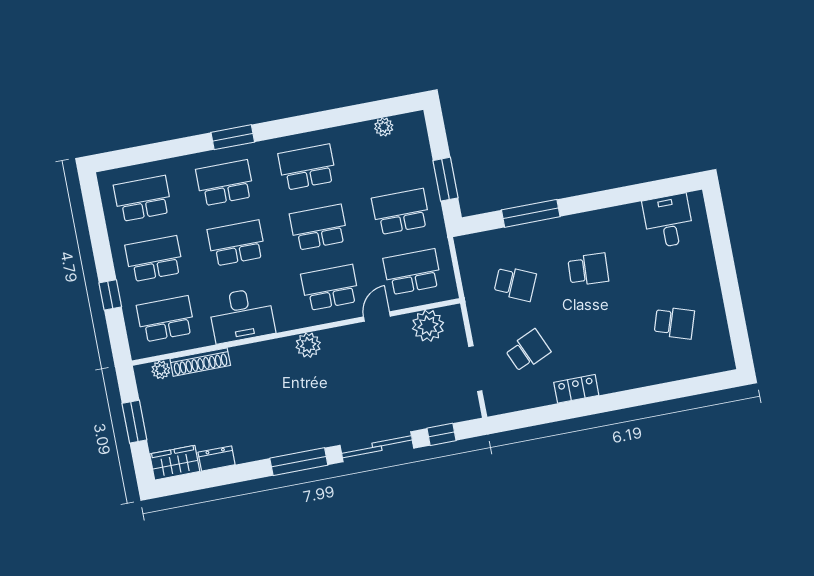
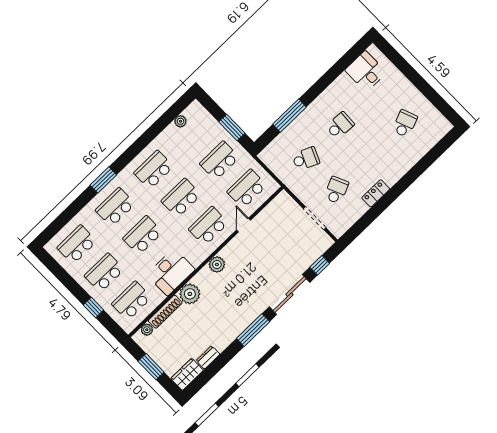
school desk: (674, 323) -> (405, 124), turned -39
plant: (428, 326) -> (190, 294), moved

